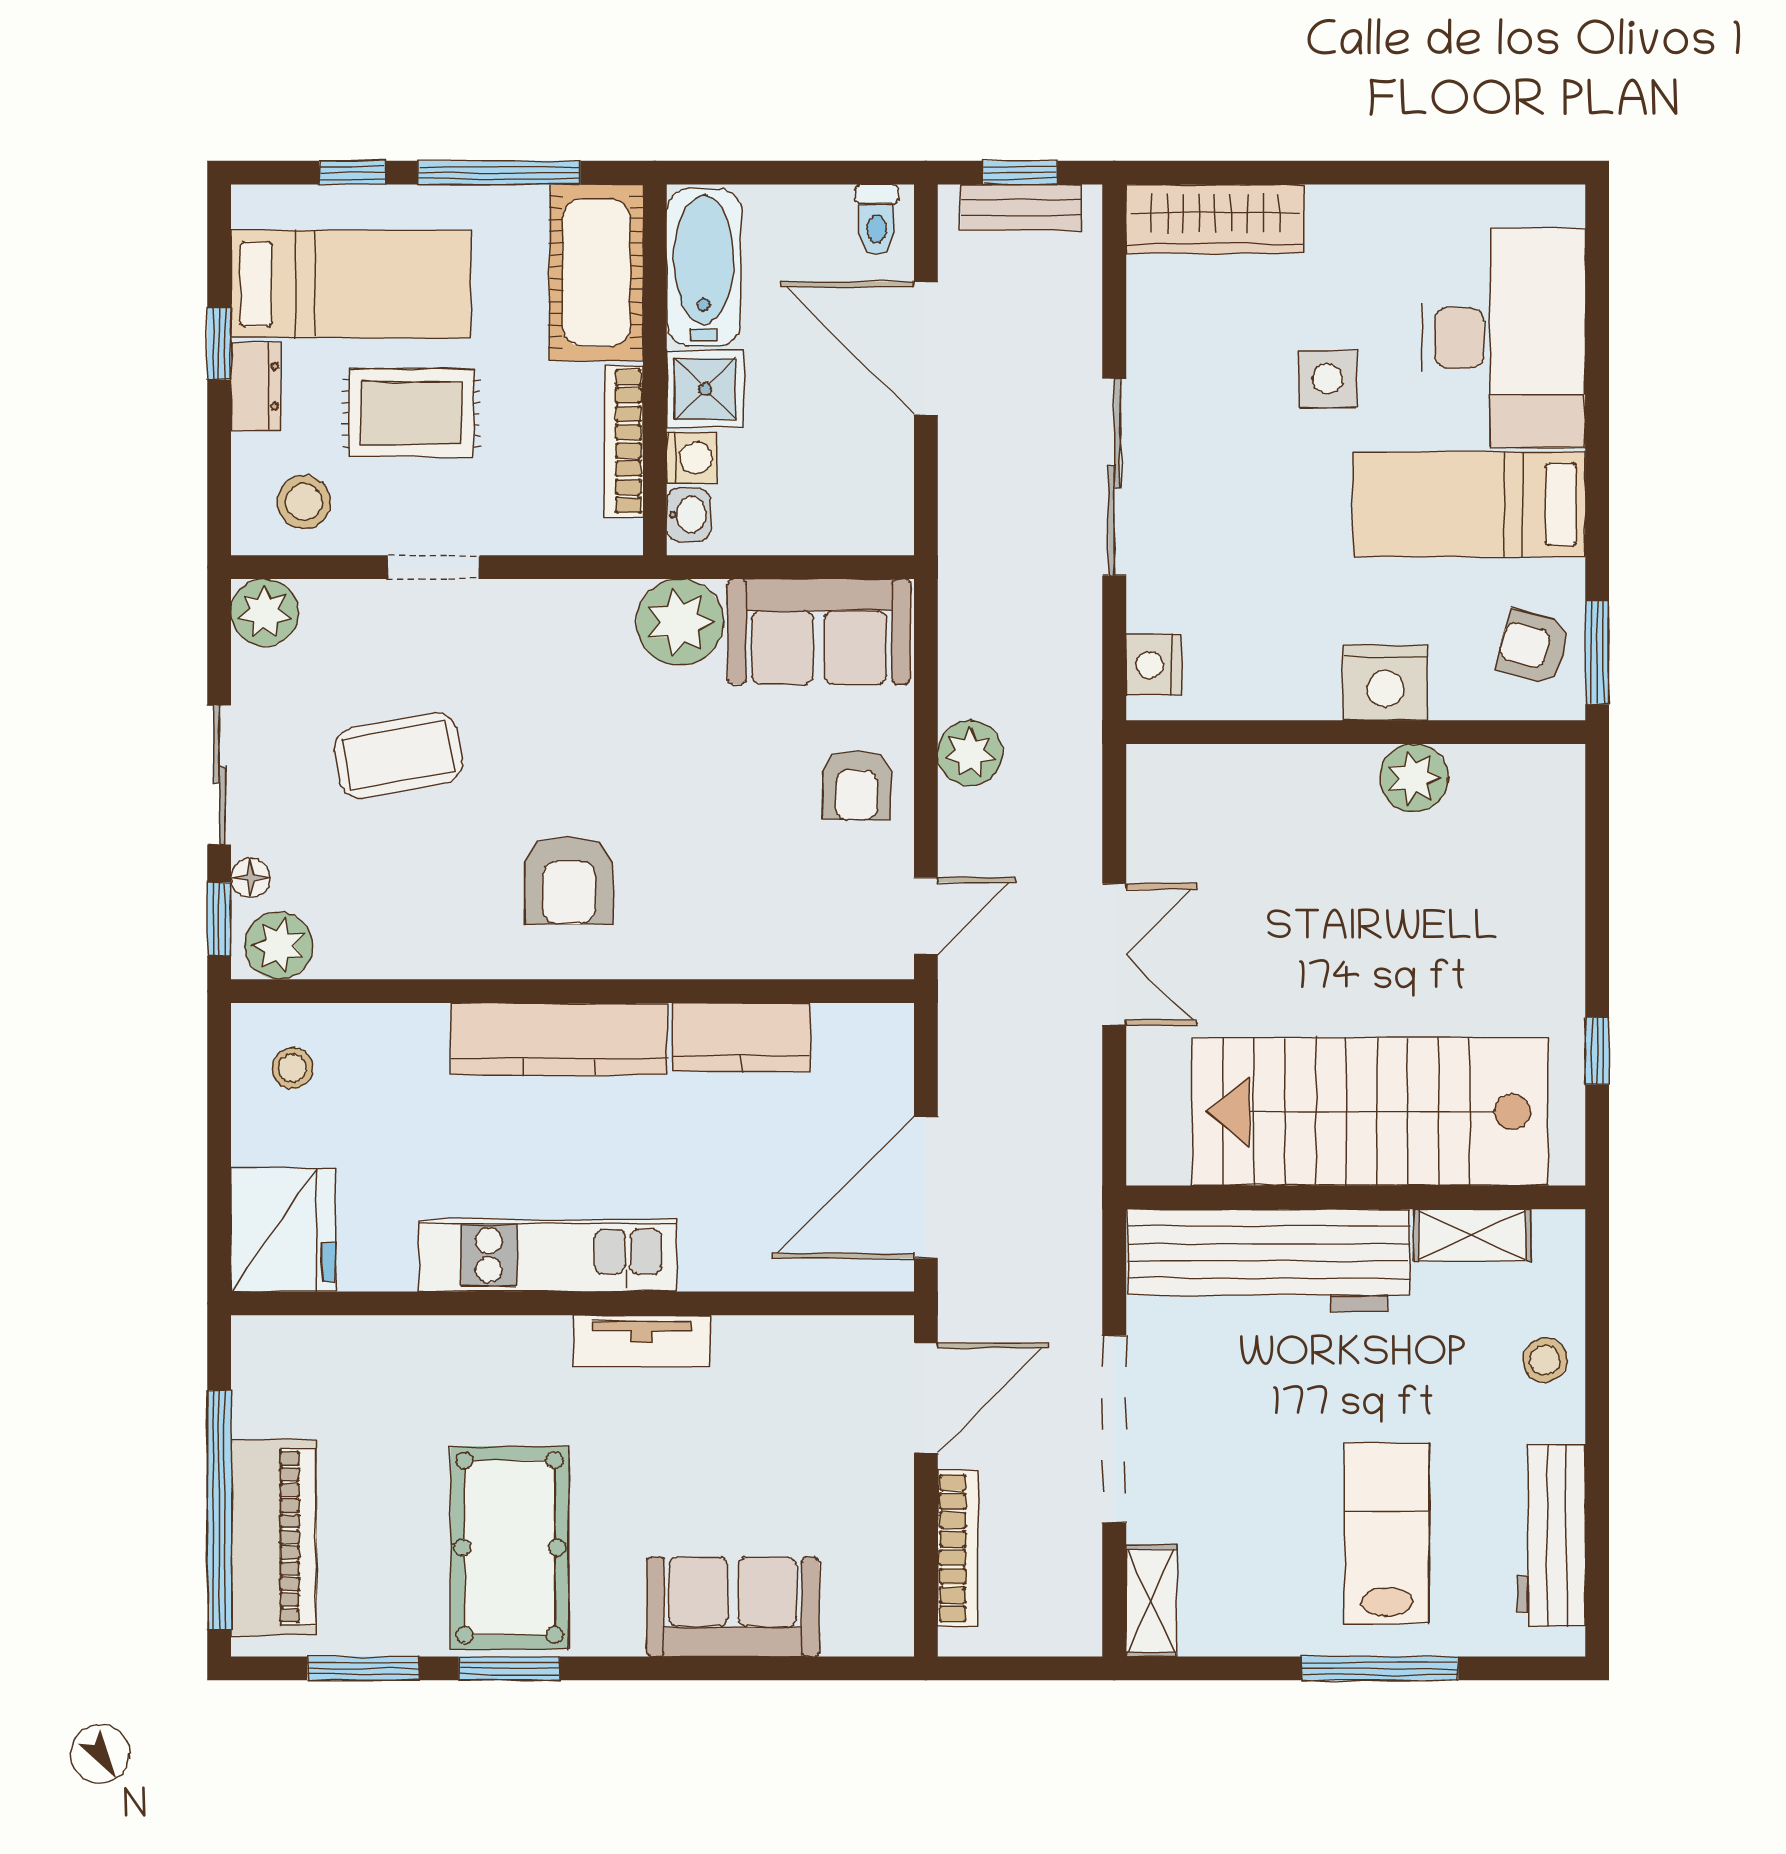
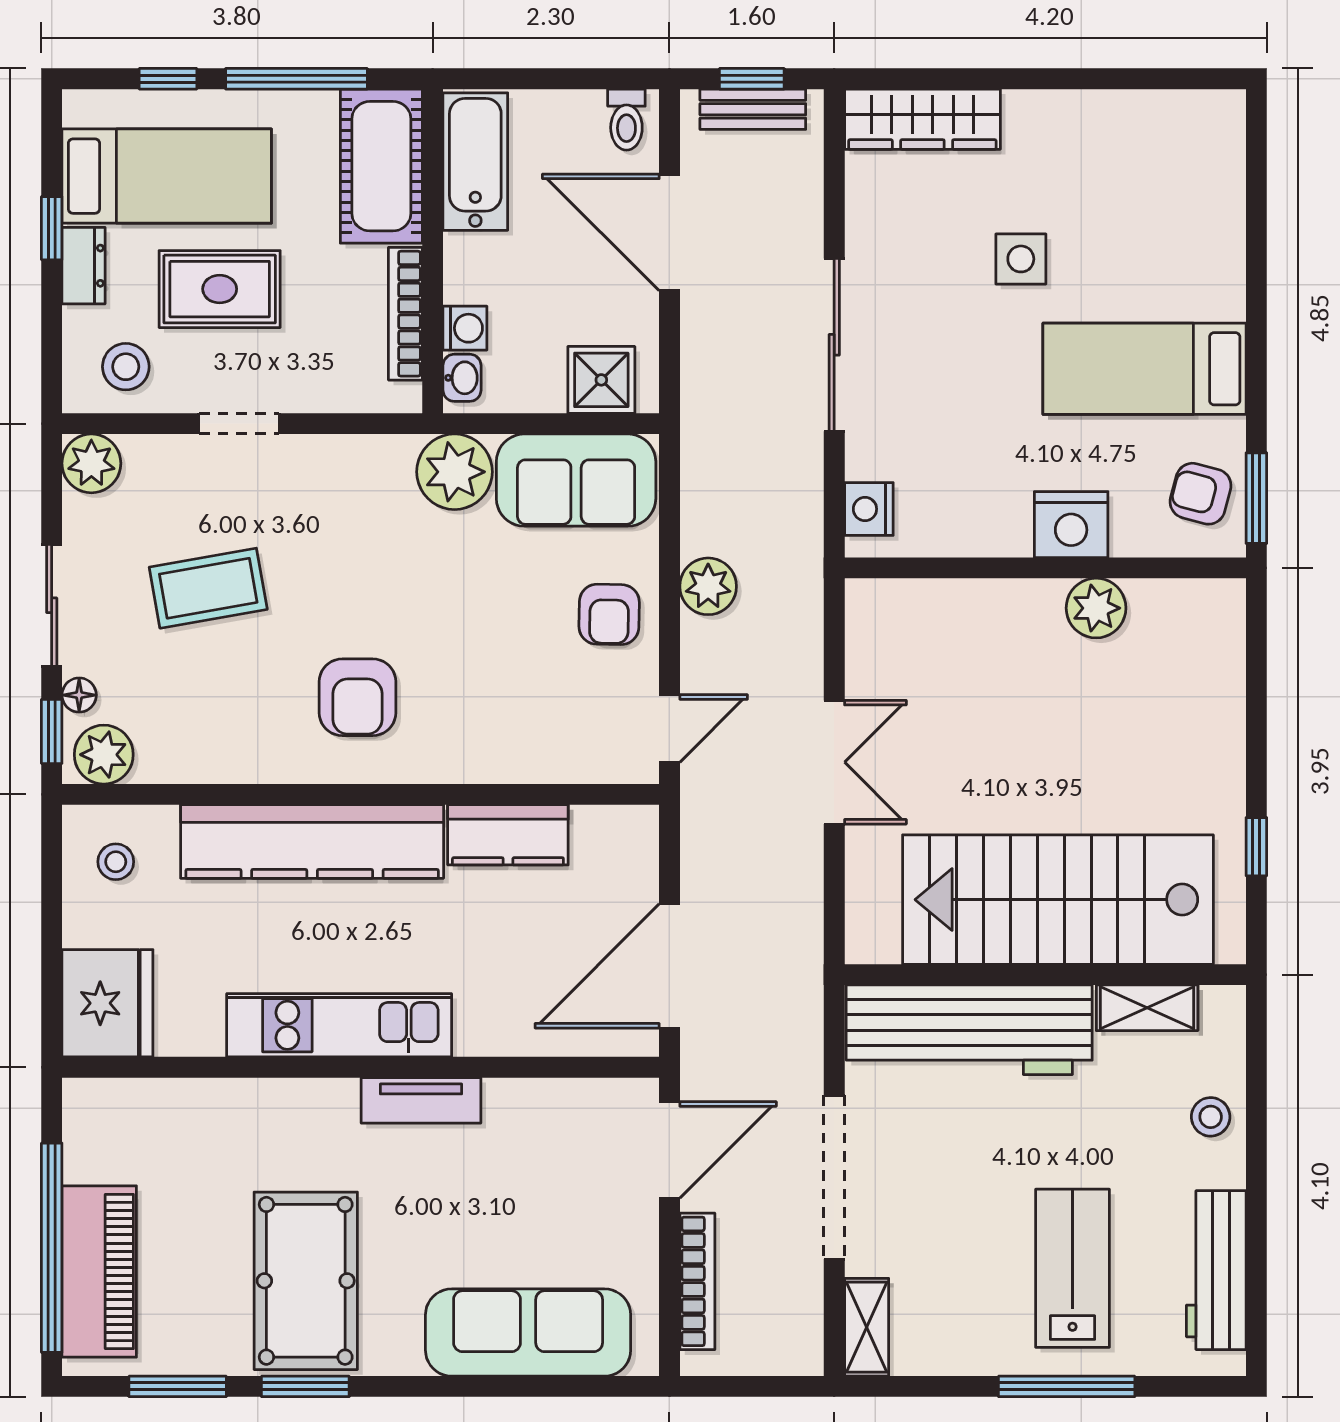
desk: (1503, 338) -> (1174, 223), removed
shower: (705, 389) -> (601, 380), moved
kitchen counter: (559, 1039) -> (312, 841), width x1.39, depth x1.17
sofa: (733, 1607) -> (528, 1333), width x1.36

